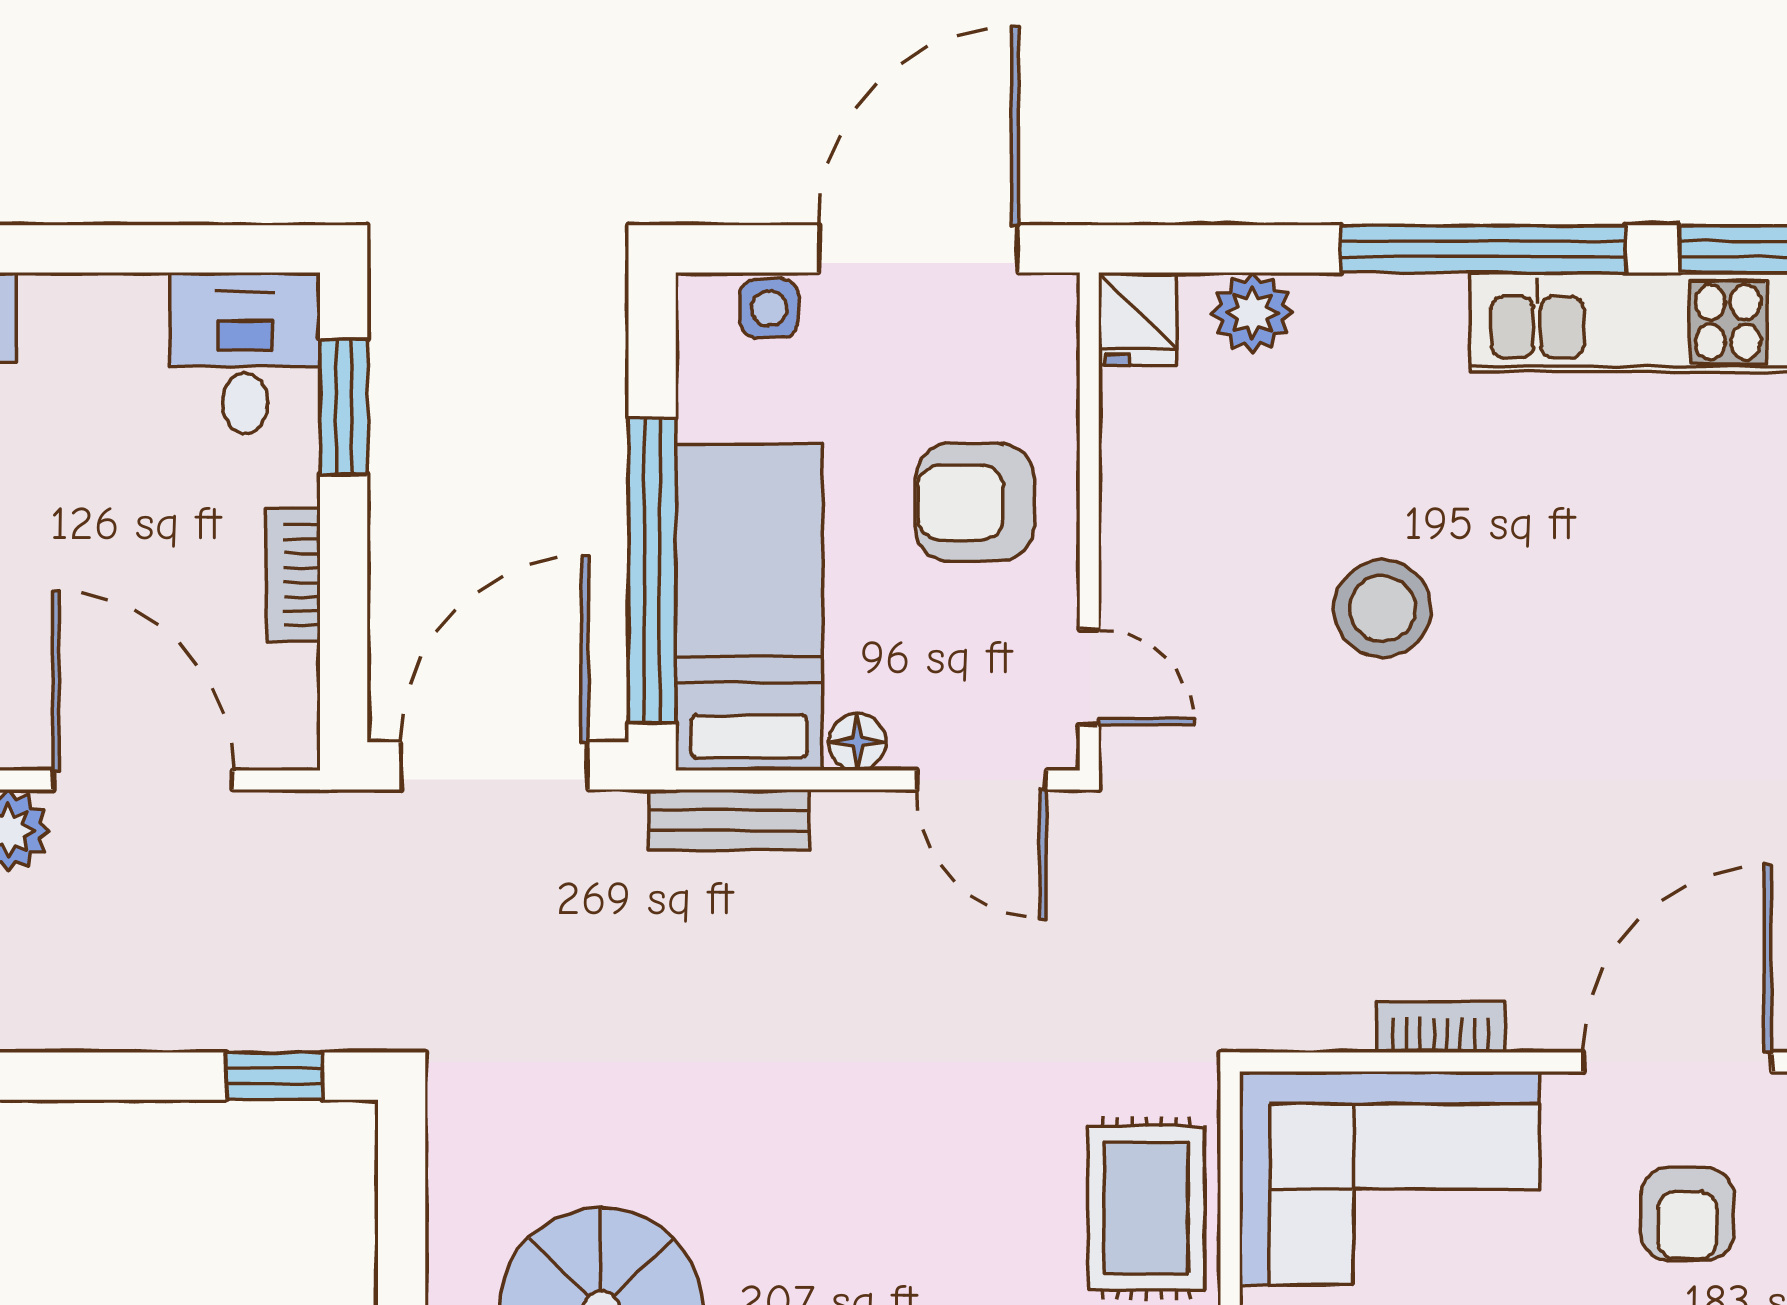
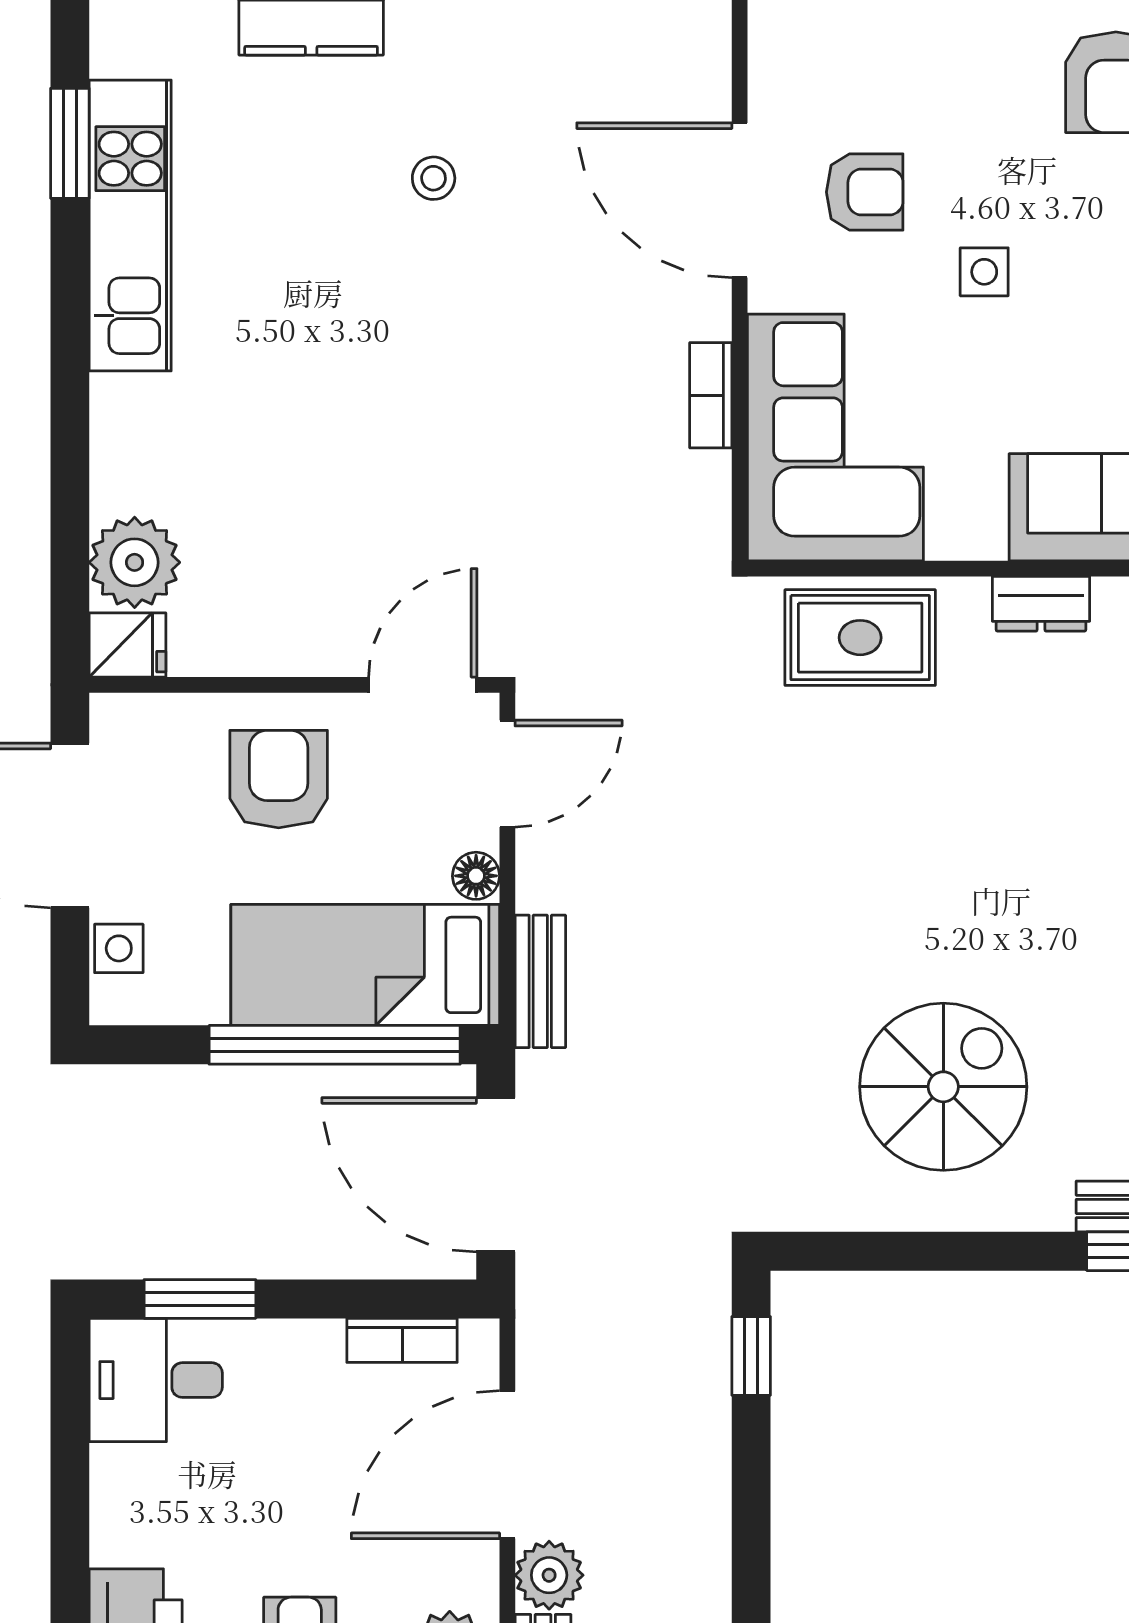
window: (1483, 249) -> (70, 360), removed
plant: (1252, 313) -> (135, 562), width x1.36, depth x1.36
armchair: (975, 502) -> (279, 779), turned 180
bookcase: (293, 575) -> (402, 1340), moved
stool: (1383, 609) -> (434, 178), moved, width x0.53, depth x0.53
door: (1089, 677) -> (423, 685), width x1.38

